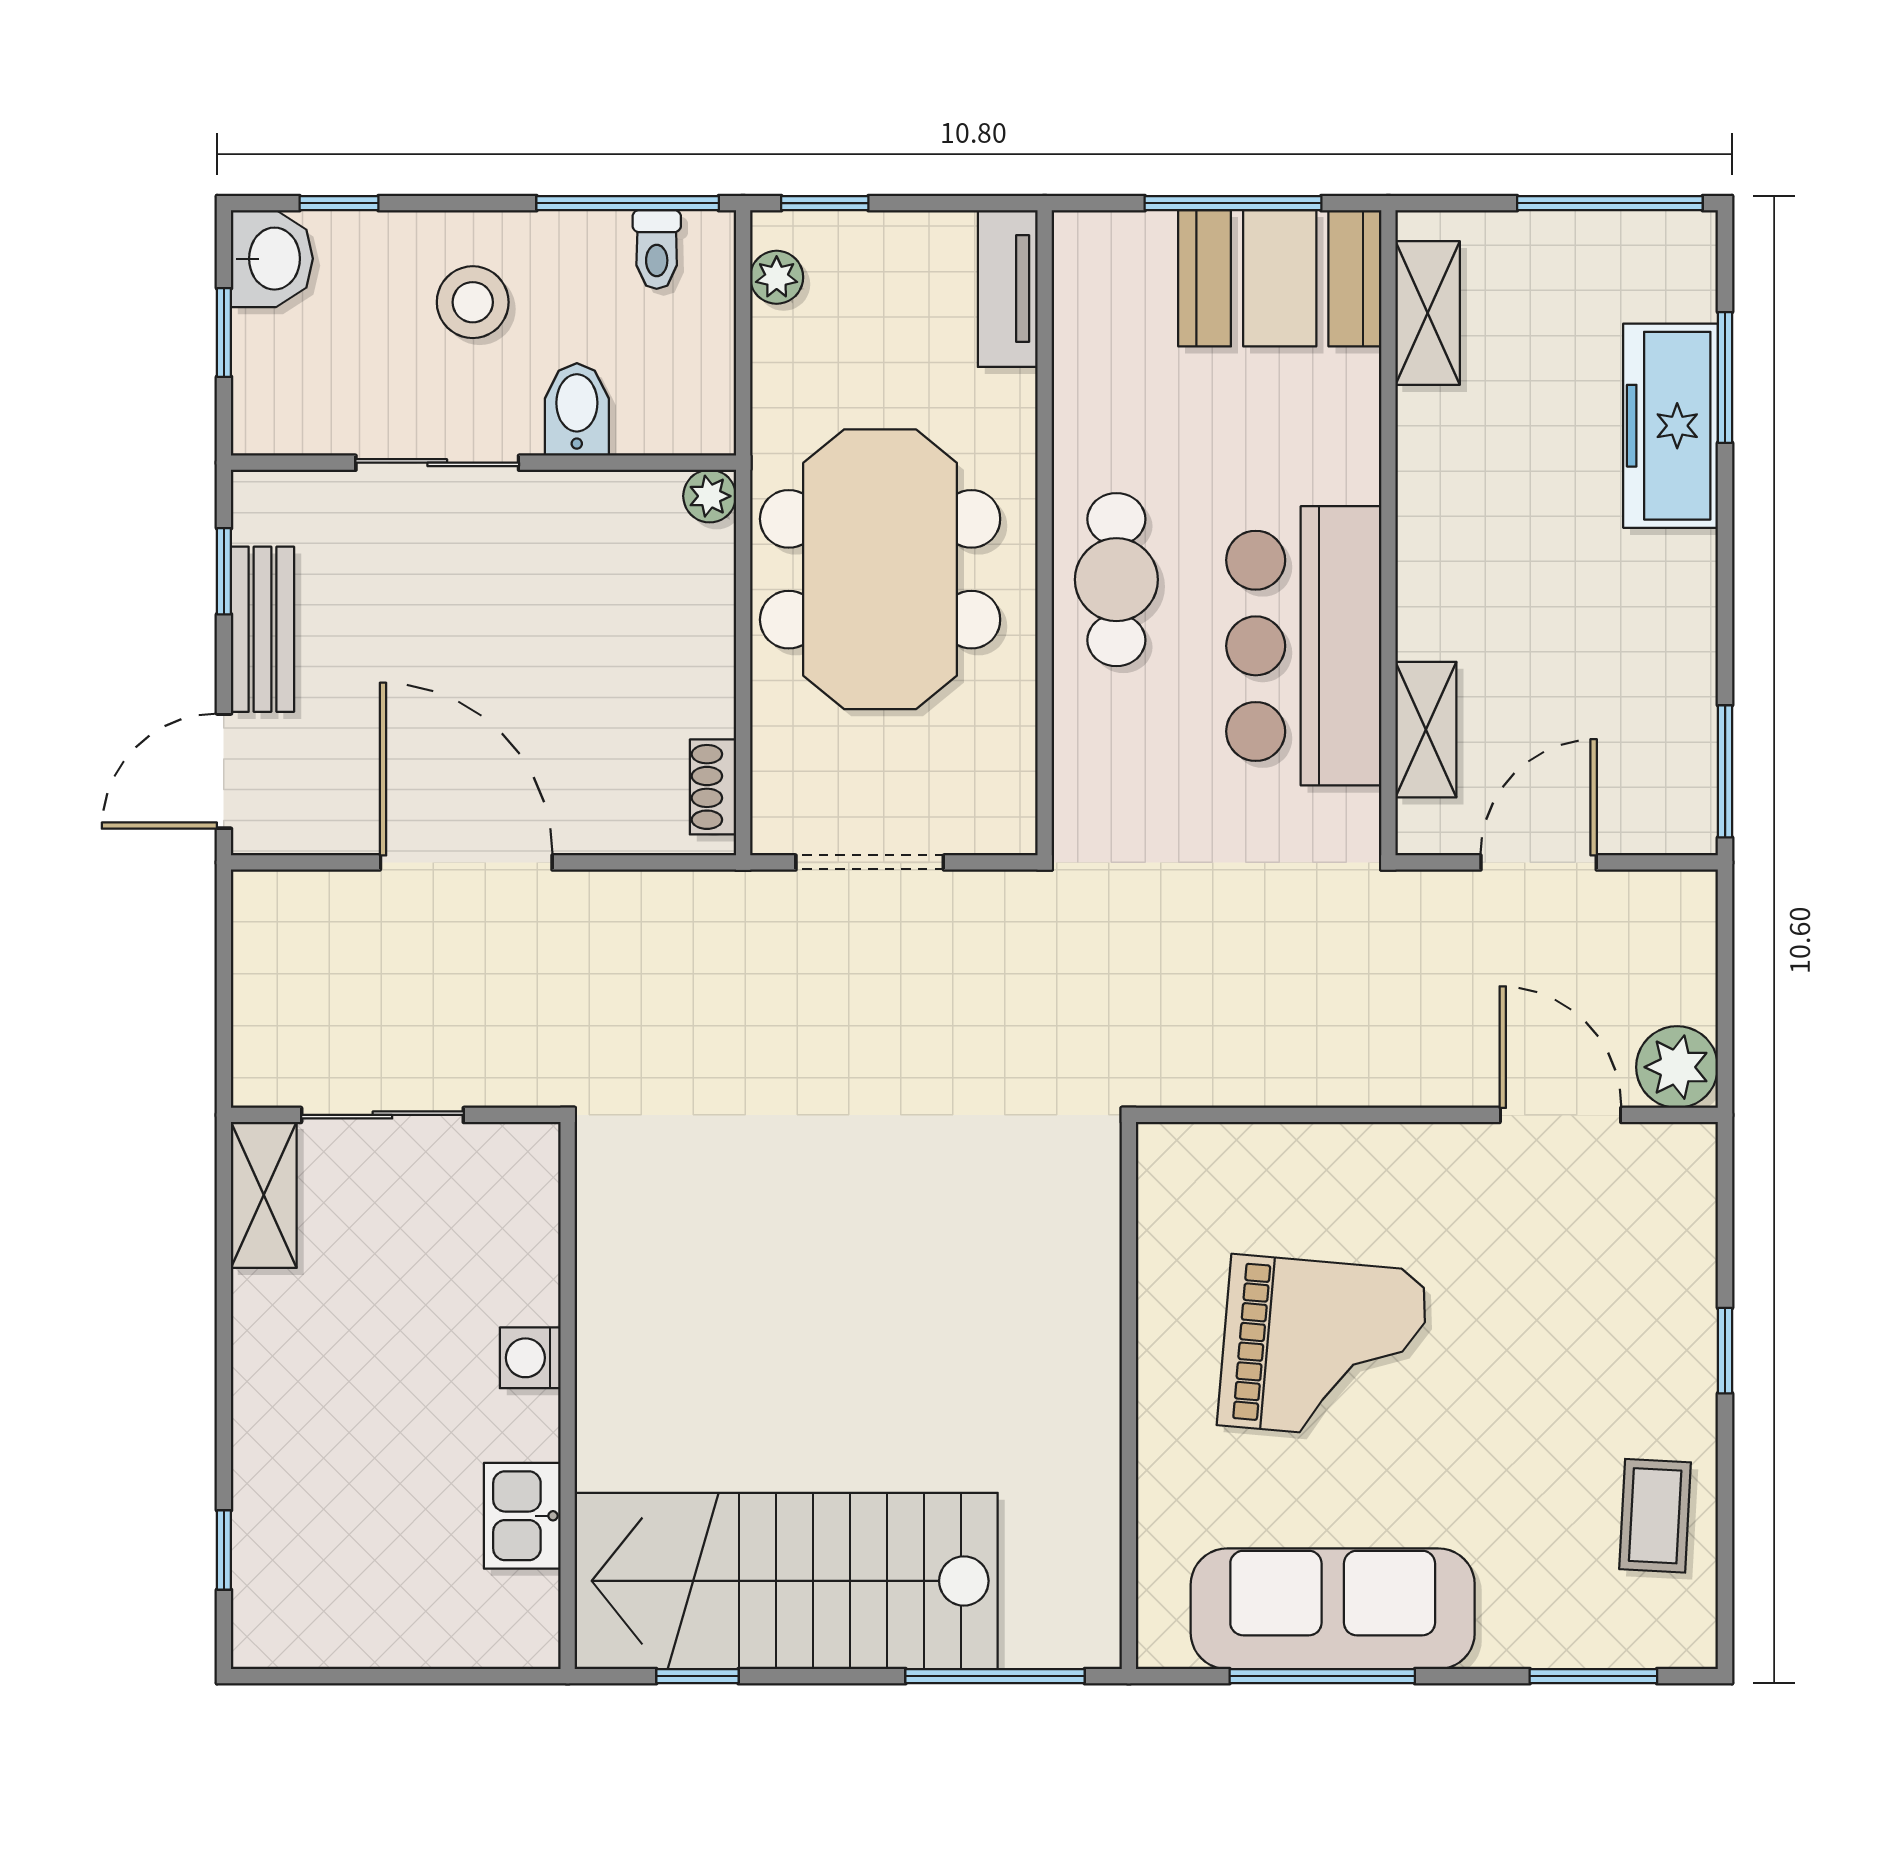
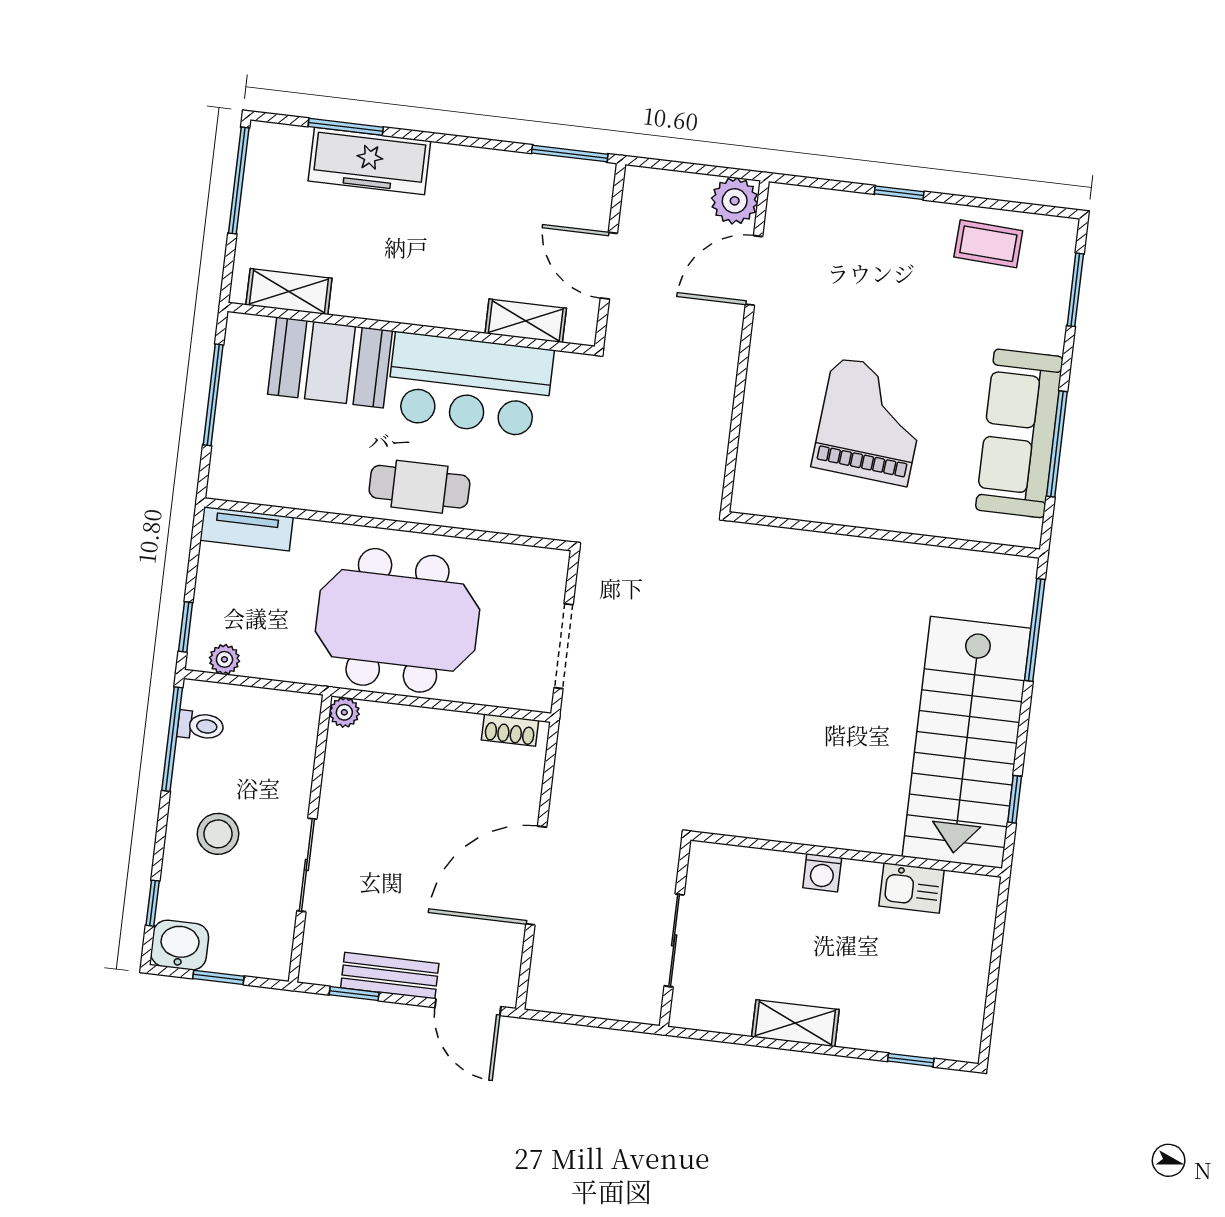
booth: (1280, 278) -> (330, 362), moved, turned 90
bidet: (577, 409) -> (286, 782), removed
shelving: (264, 1195) -> (795, 1023), moved

